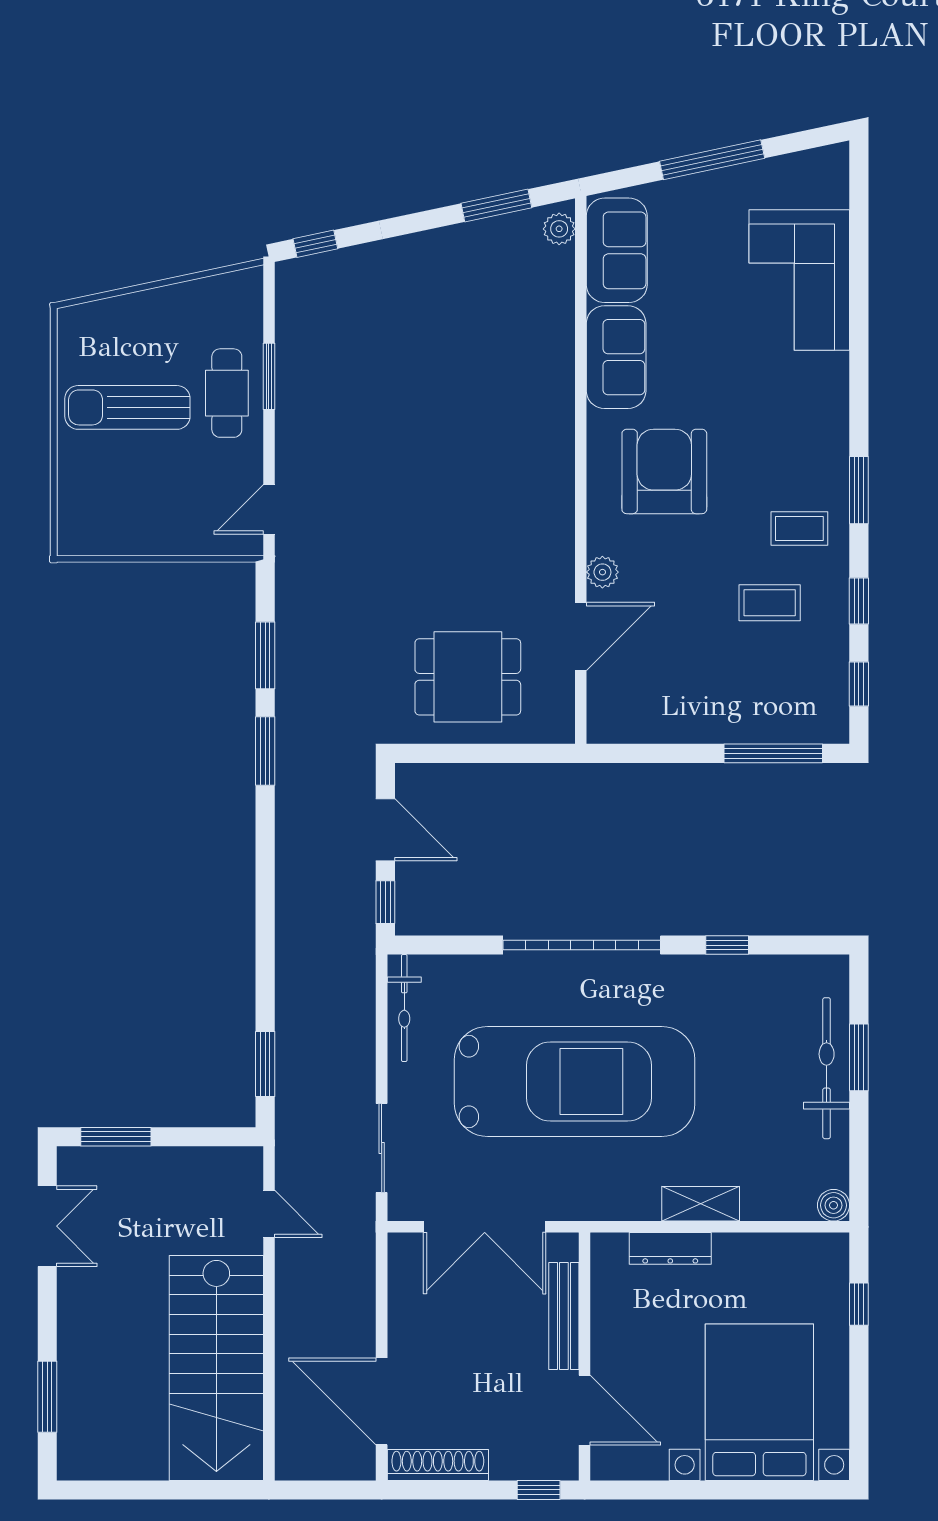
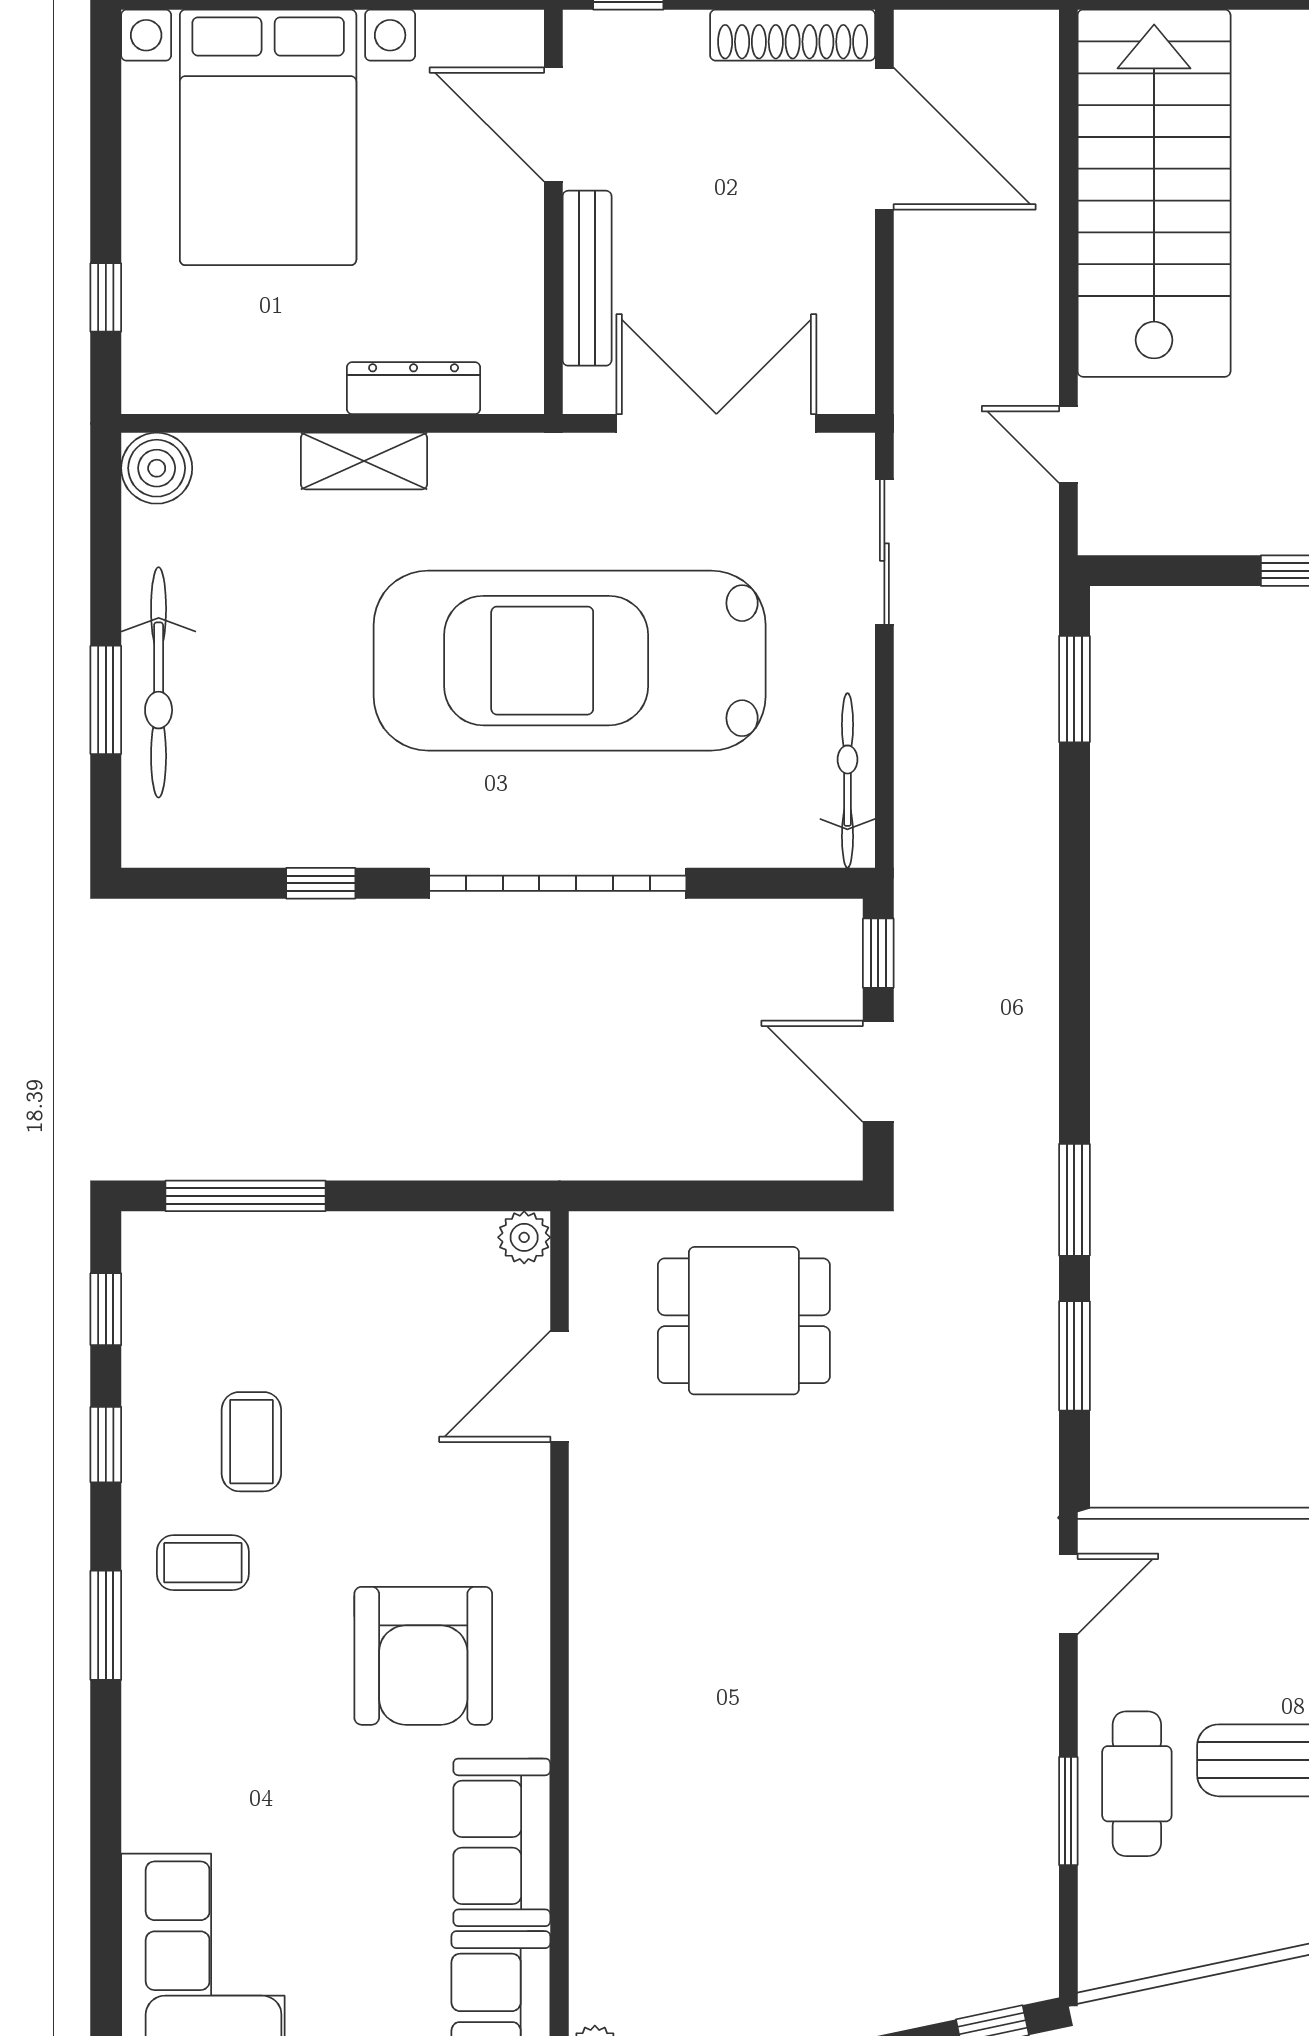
plant: (602, 572) -> (524, 1237), moved
coffee table: (770, 603) -> (251, 1442), turned 90
boiler: (834, 1205) -> (157, 468), width x1.36, depth x1.36

